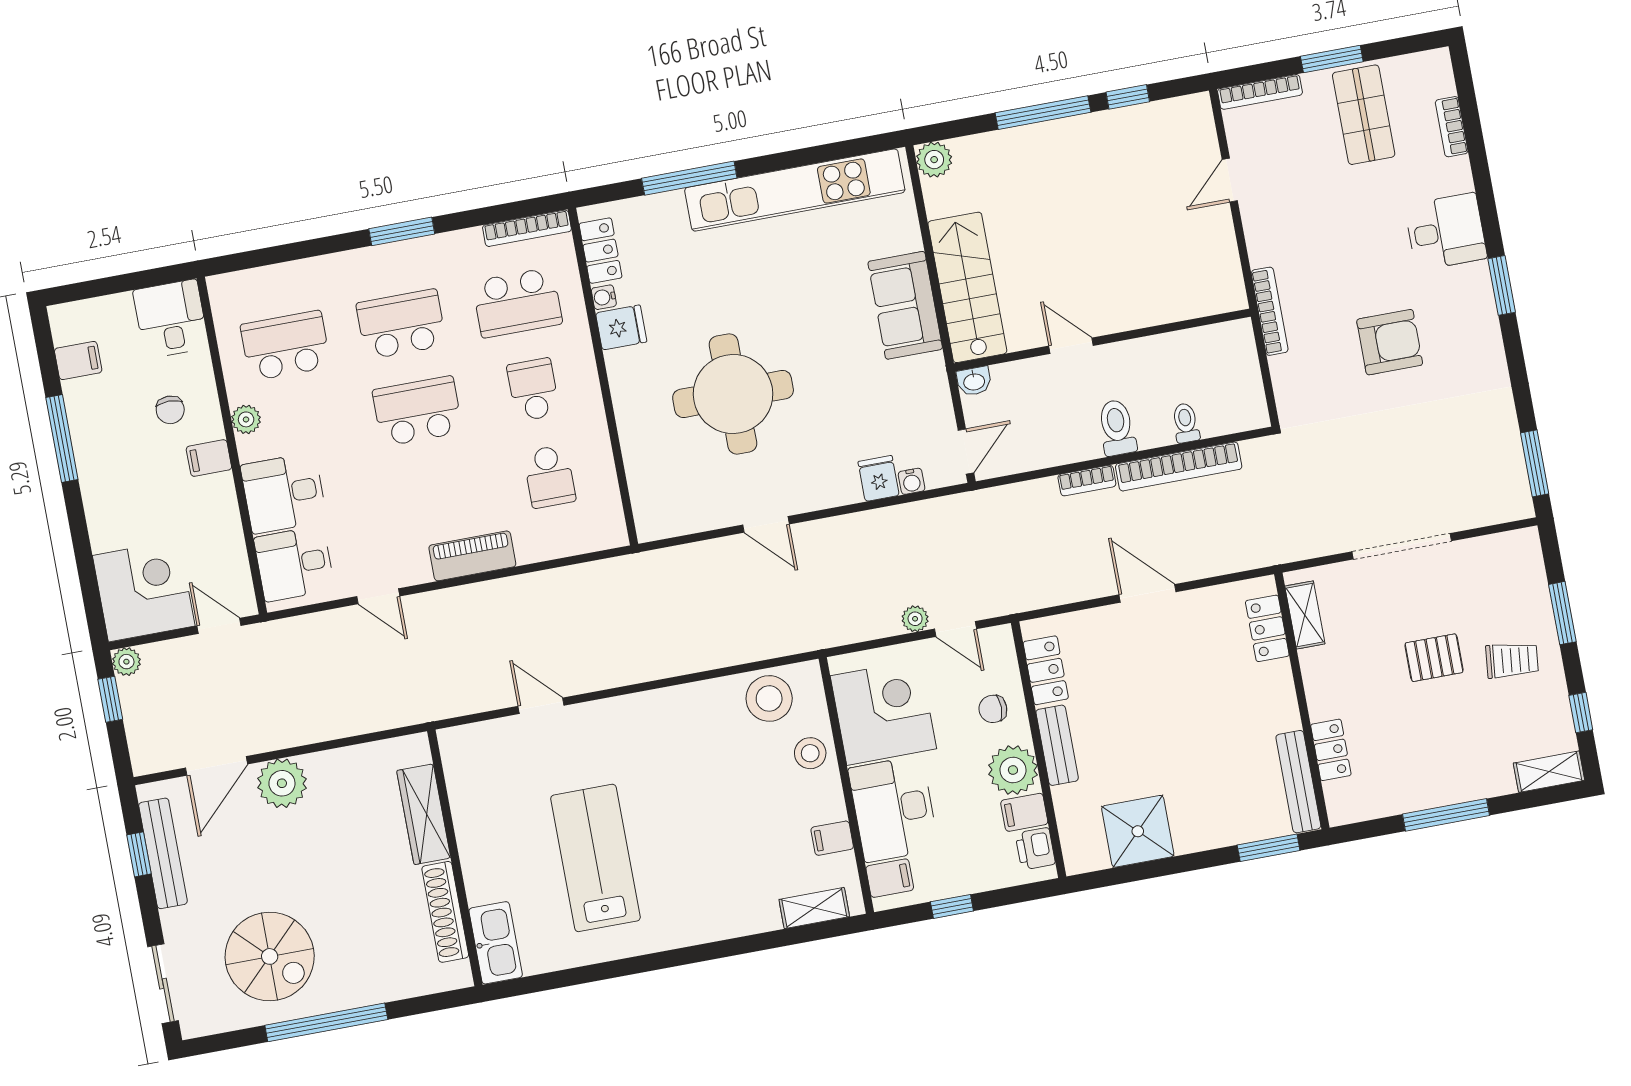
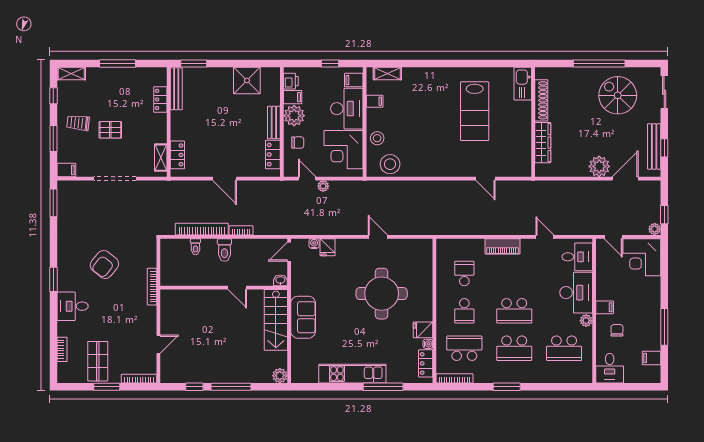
kitchen unit: (795, 190) -> (352, 374), width x0.73
armchair: (1390, 342) -> (104, 265), turned -51
desk: (284, 493) -> (576, 293), width x1.37
filing cabinet: (1519, 545) -> (66, 170), added

